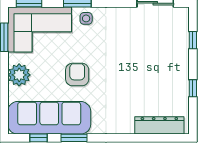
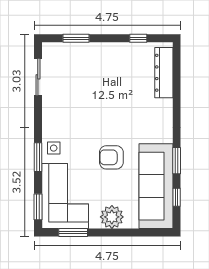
window: (193, 40) -> (76, 38), width x1.50
window: (193, 88) -> (138, 38), moved

